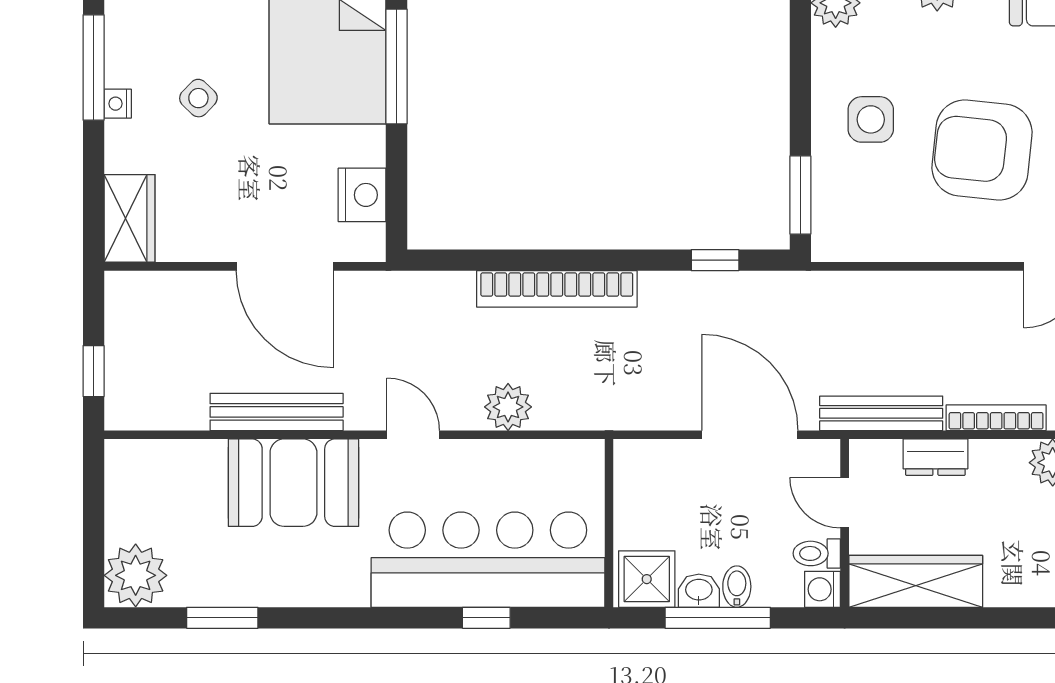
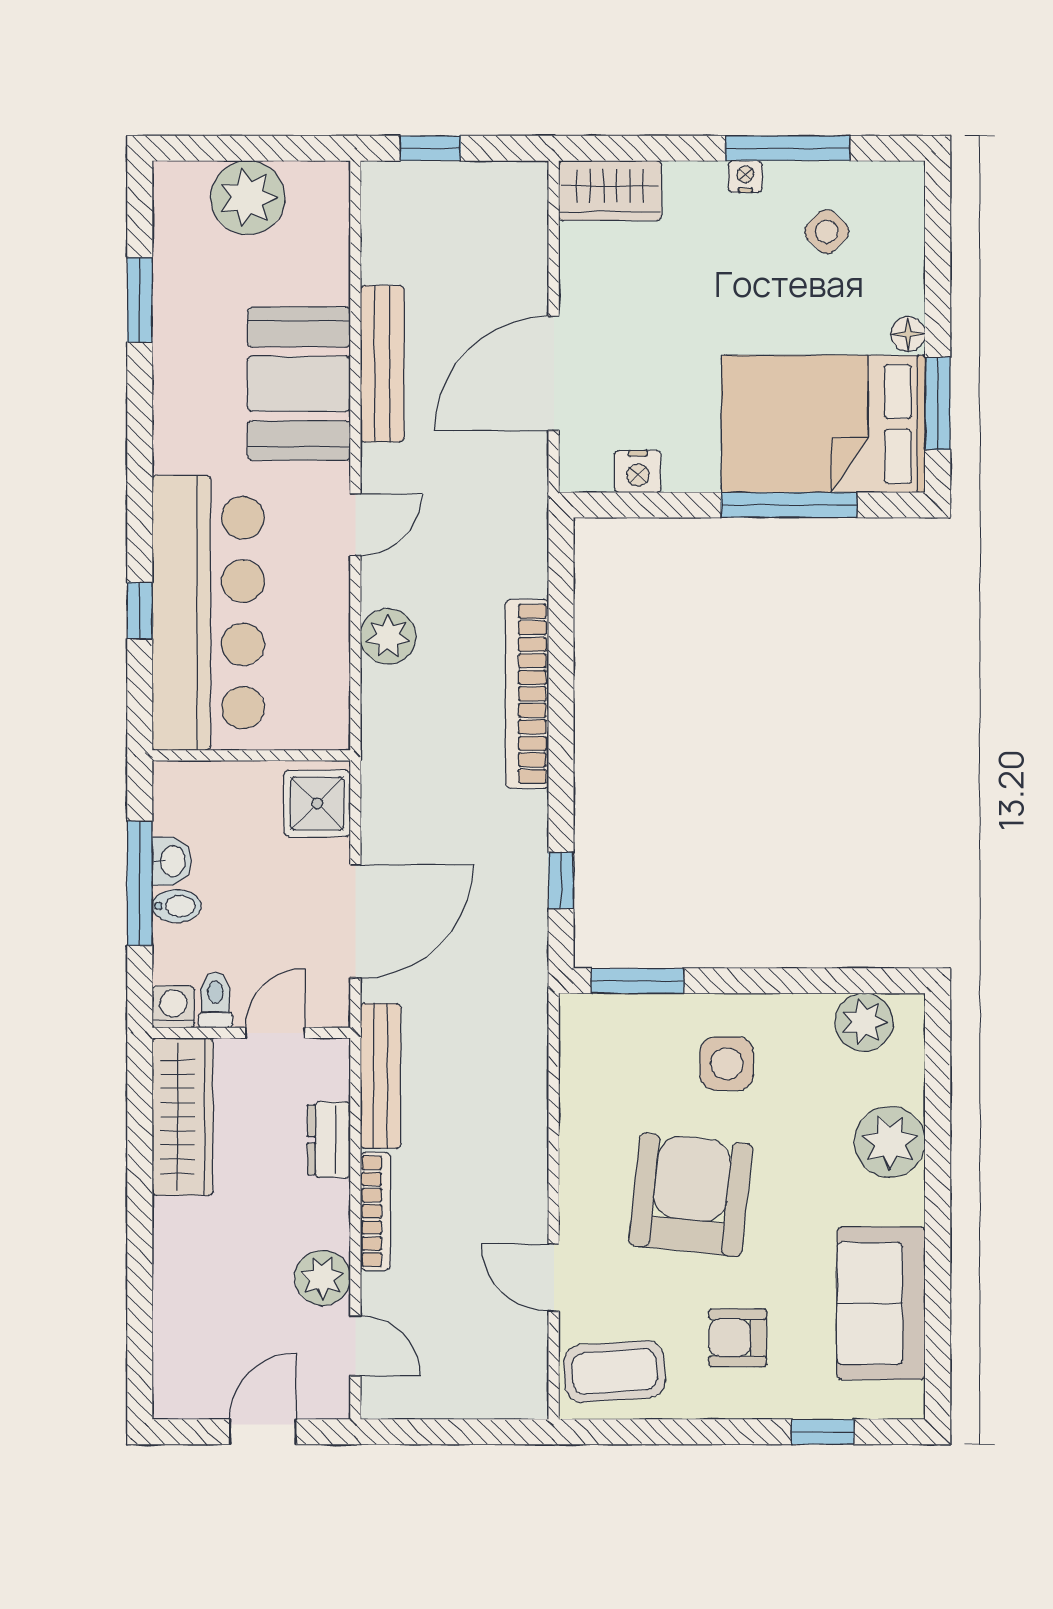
side table: (198, 98) -> (827, 232), moved
nightstand: (362, 195) -> (638, 471), width x0.74, depth x0.75
plant: (136, 575) -> (248, 198), moved
shower: (647, 579) -> (317, 803), moved

